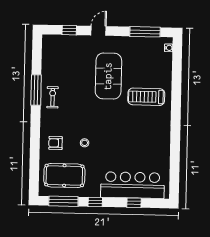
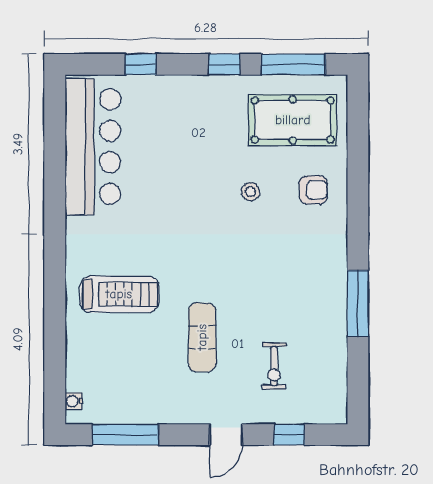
exercise mat: (108, 76) -> (202, 337), width x0.50, depth x0.69
exercise bike: (53, 97) -> (274, 366), moved
bar counter: (132, 185) -> (93, 147), moved, turned -90

